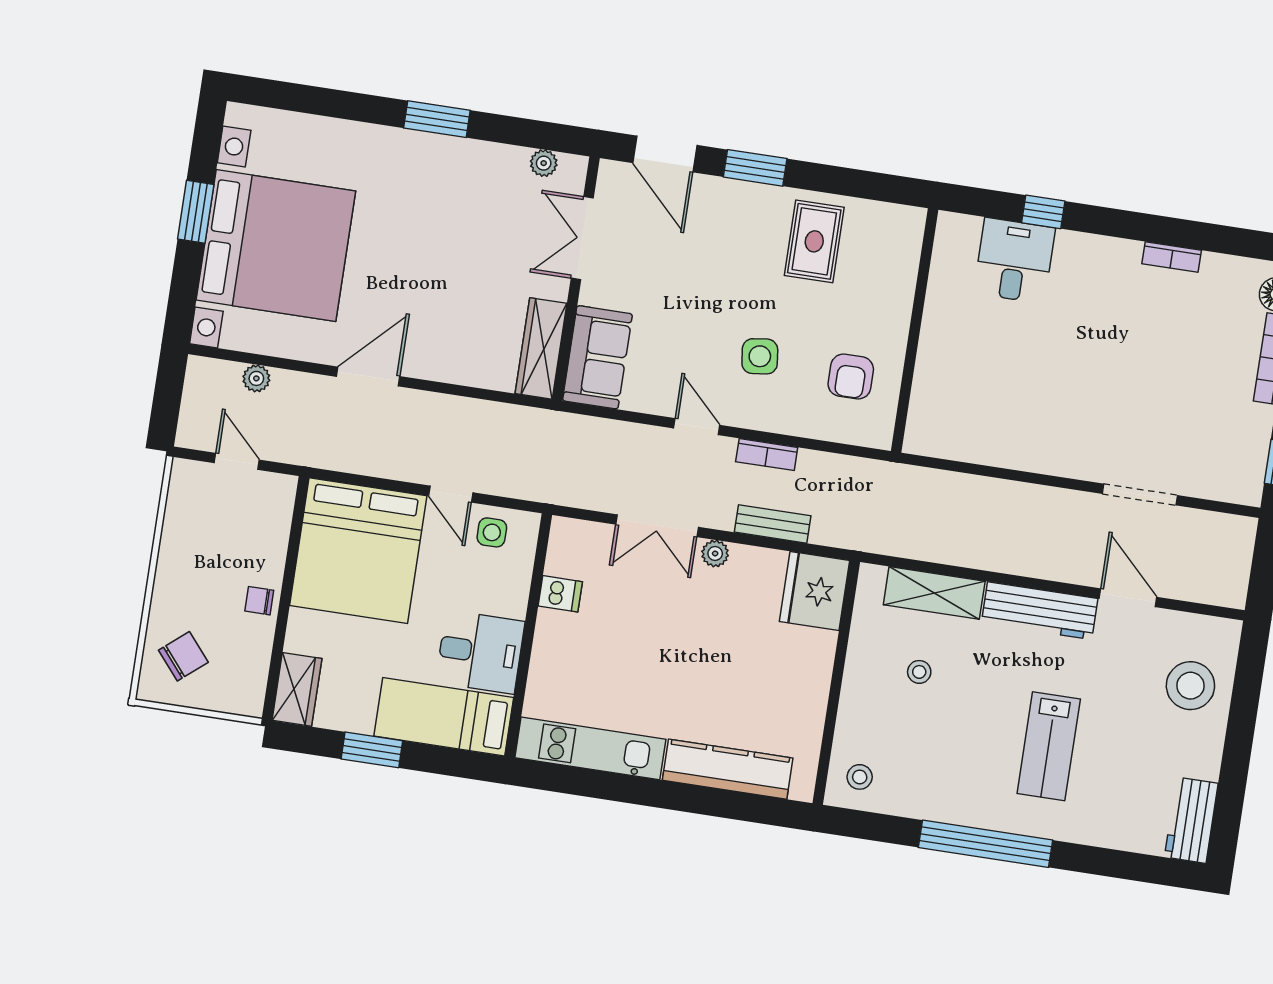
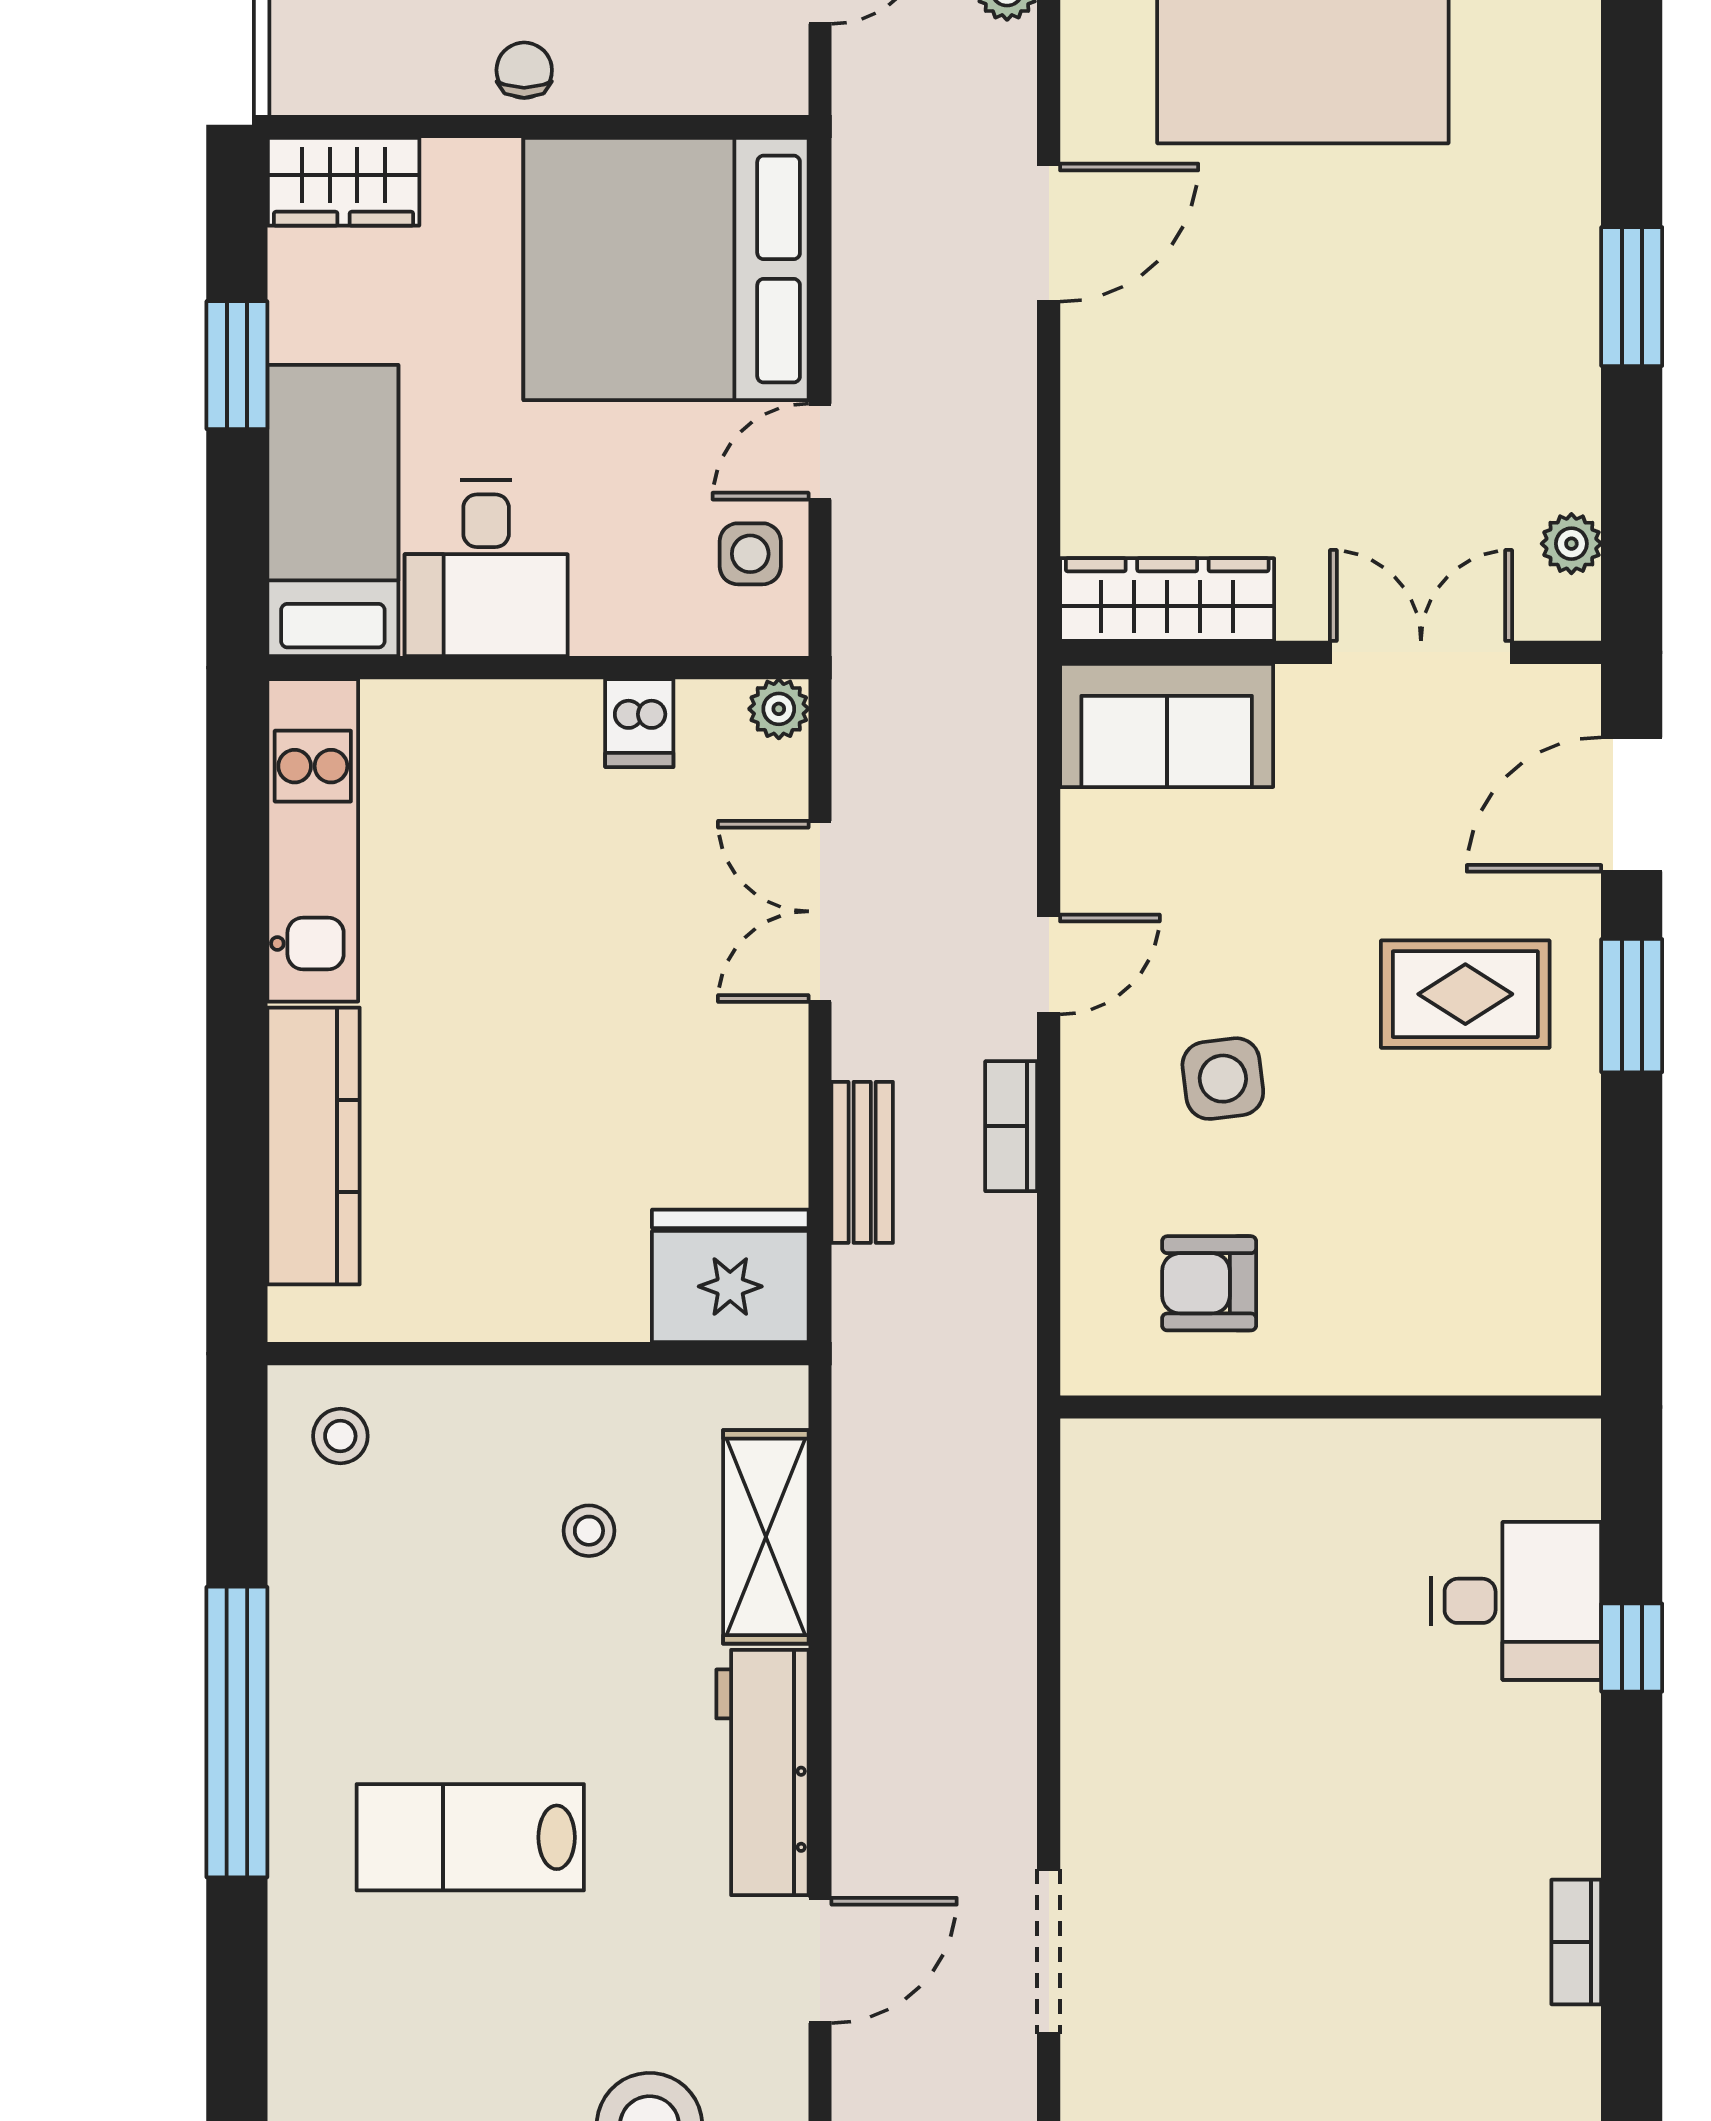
rug: (814, 241) -> (1465, 994), moved
door: (368, 376) -> (1049, 233), hinge flipped
plant: (715, 553) -> (779, 709), moved

